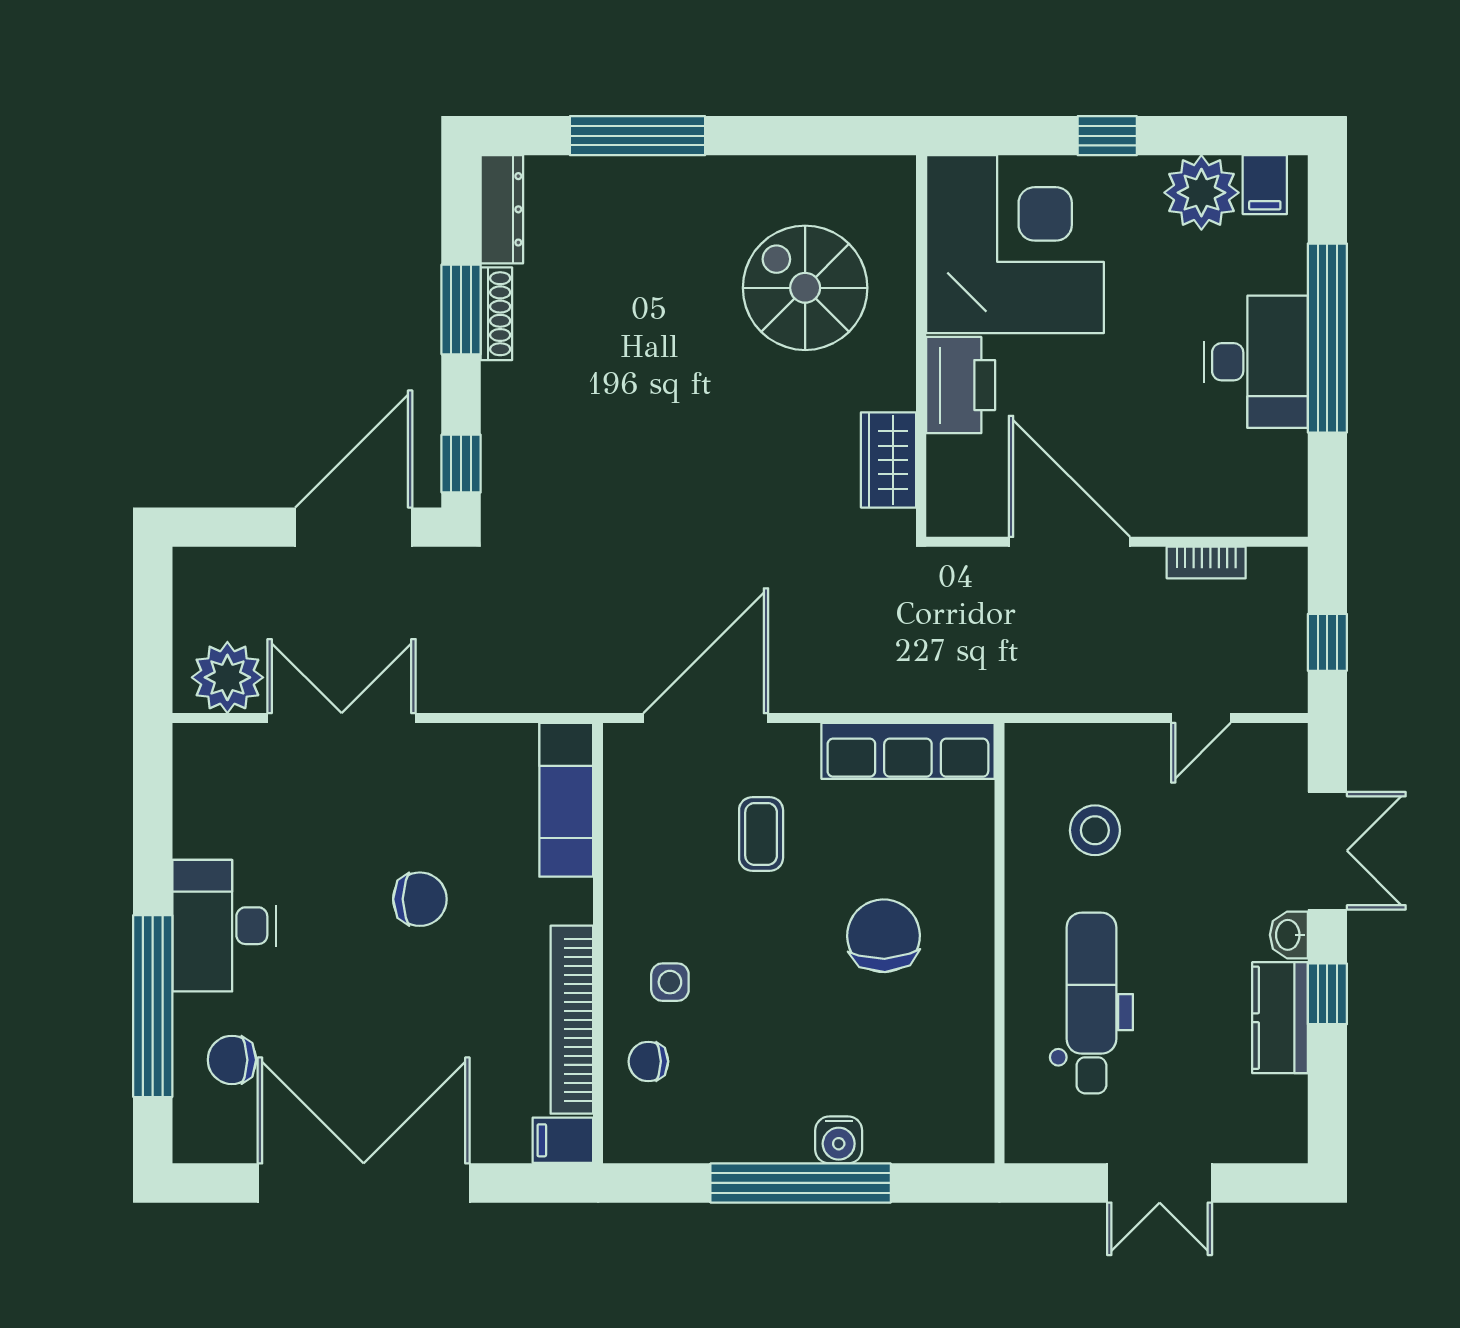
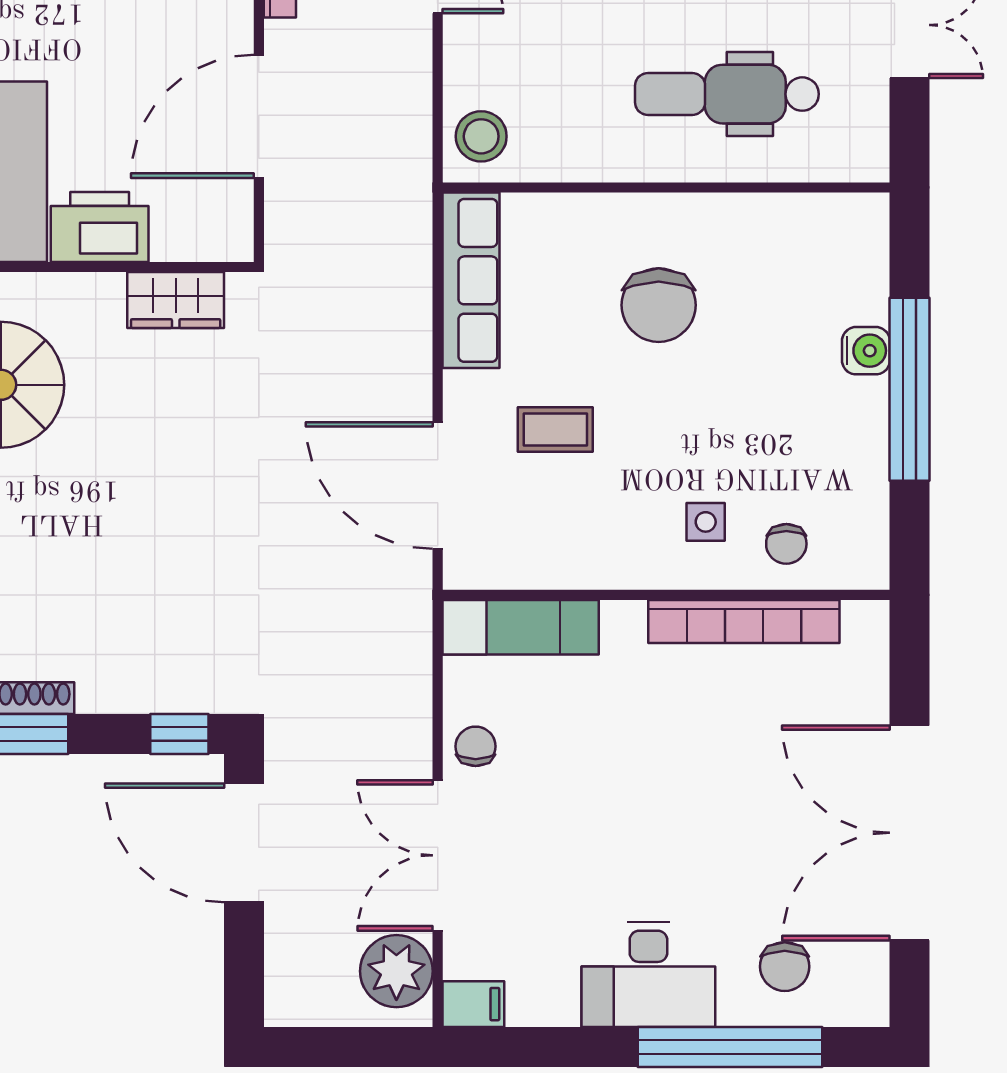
stool: (1095, 830) -> (481, 136), moved
chair: (420, 899) -> (476, 746), moved, width x0.73, depth x0.73
chair: (884, 936) -> (659, 305), turned -88
filing cabinet: (563, 1140) -> (473, 1004), moved, turned -90

